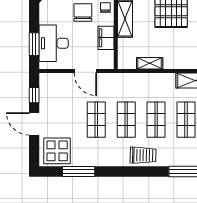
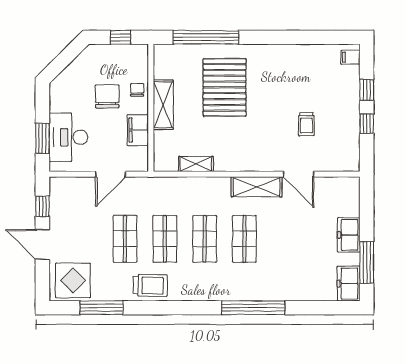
door: (85, 71) -> (111, 174), hinge flipped
trolley: (143, 155) -> (150, 285), moved

